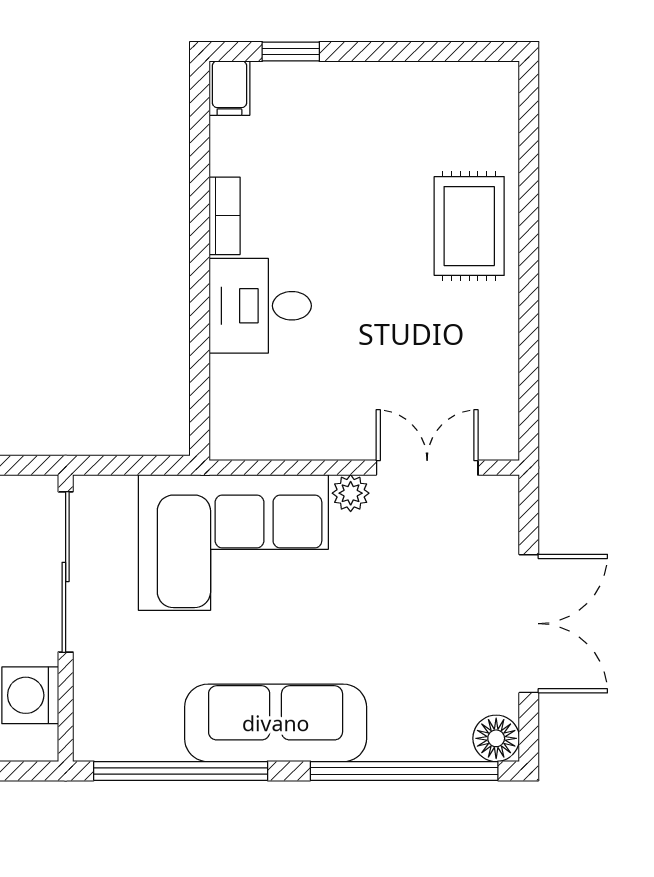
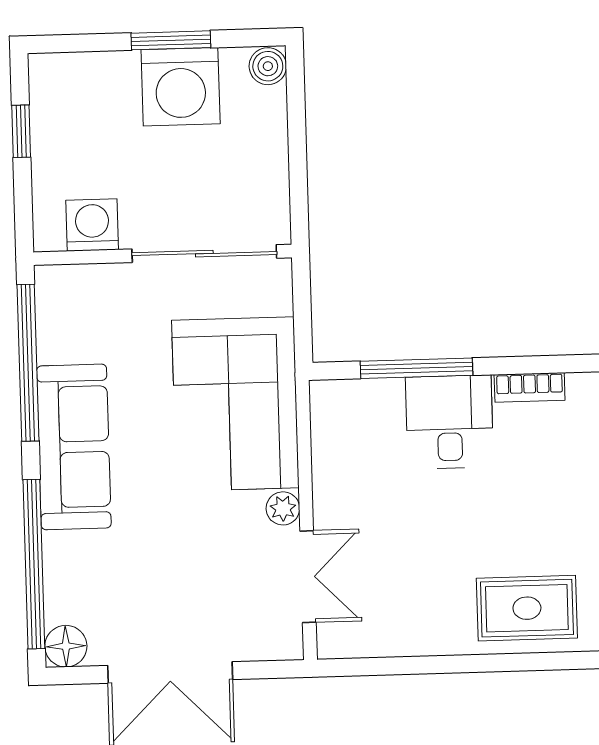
window: (200, 341) -> (416, 368), added

